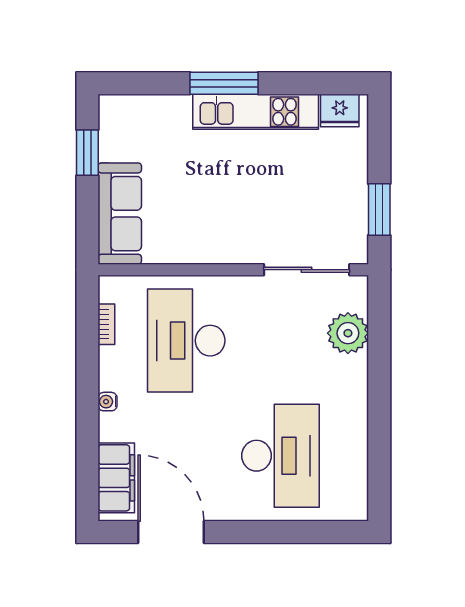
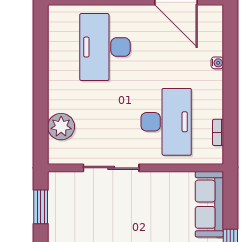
sliding door: (307, 270) -> (111, 168), moved
water cooler: (108, 402) -> (217, 63), moved
filing cabinet: (116, 478) -> (212, 33), removed

